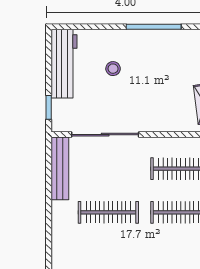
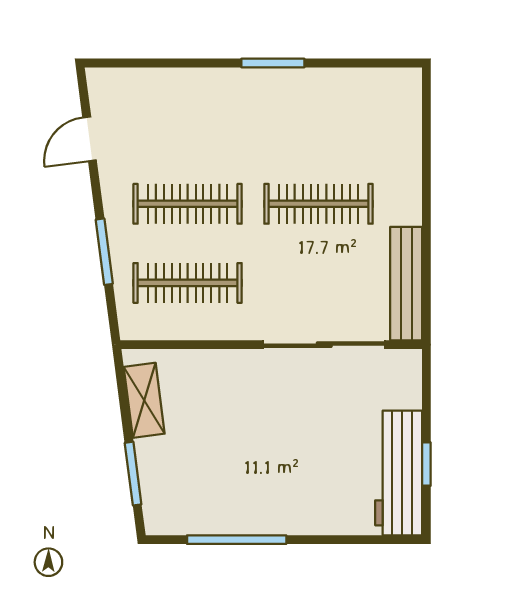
stool: (113, 69) -> (310, 464), removed
window: (49, 107) -> (426, 464), moved

